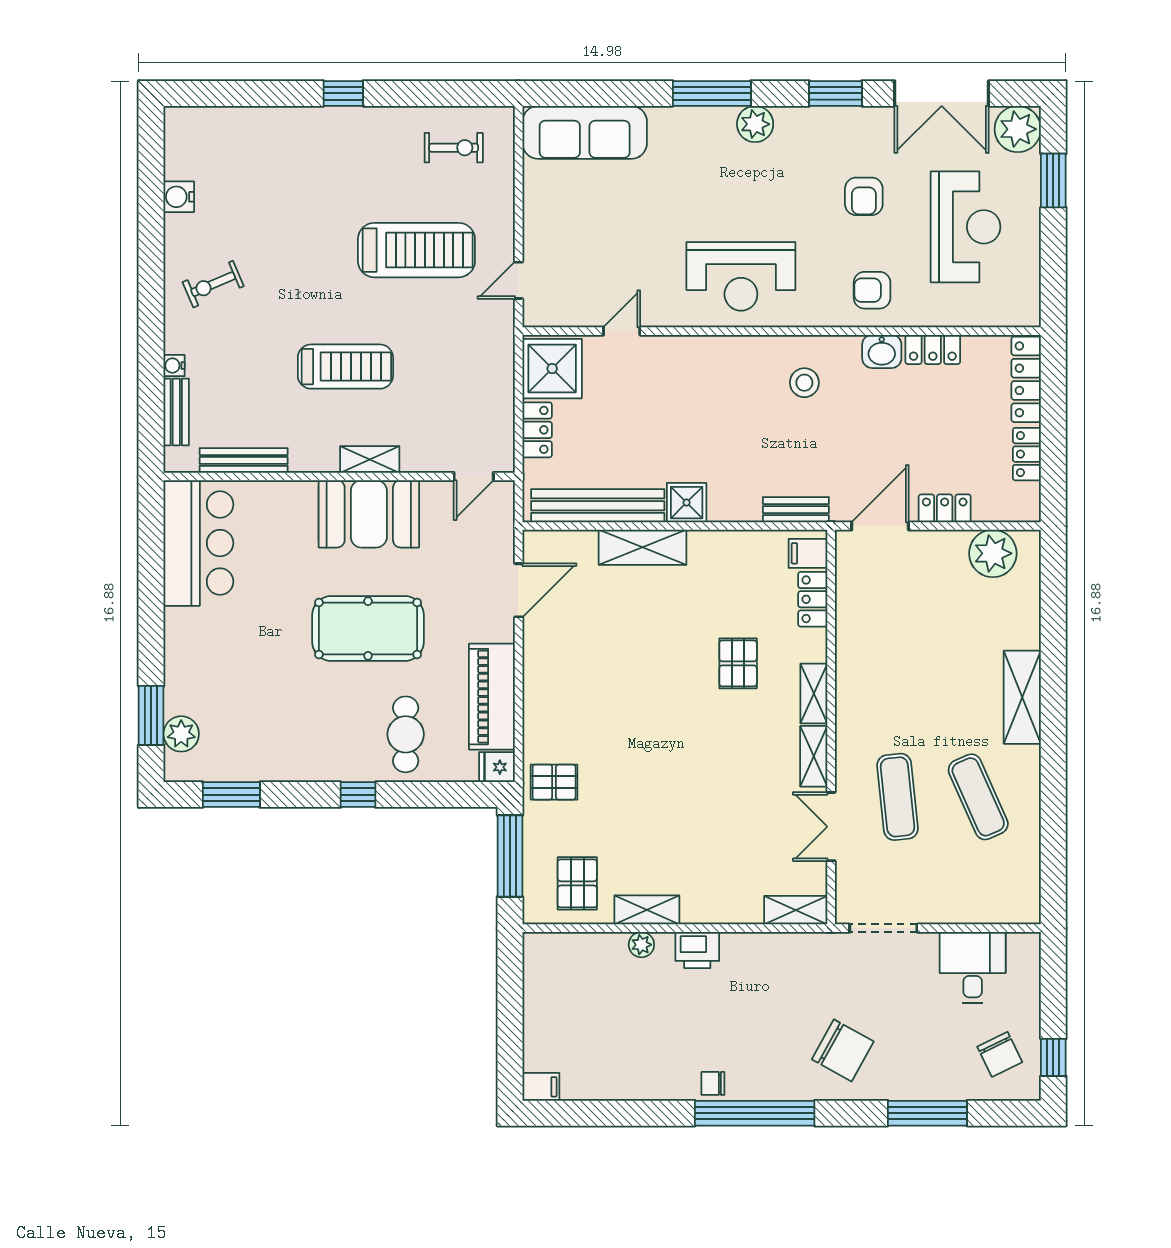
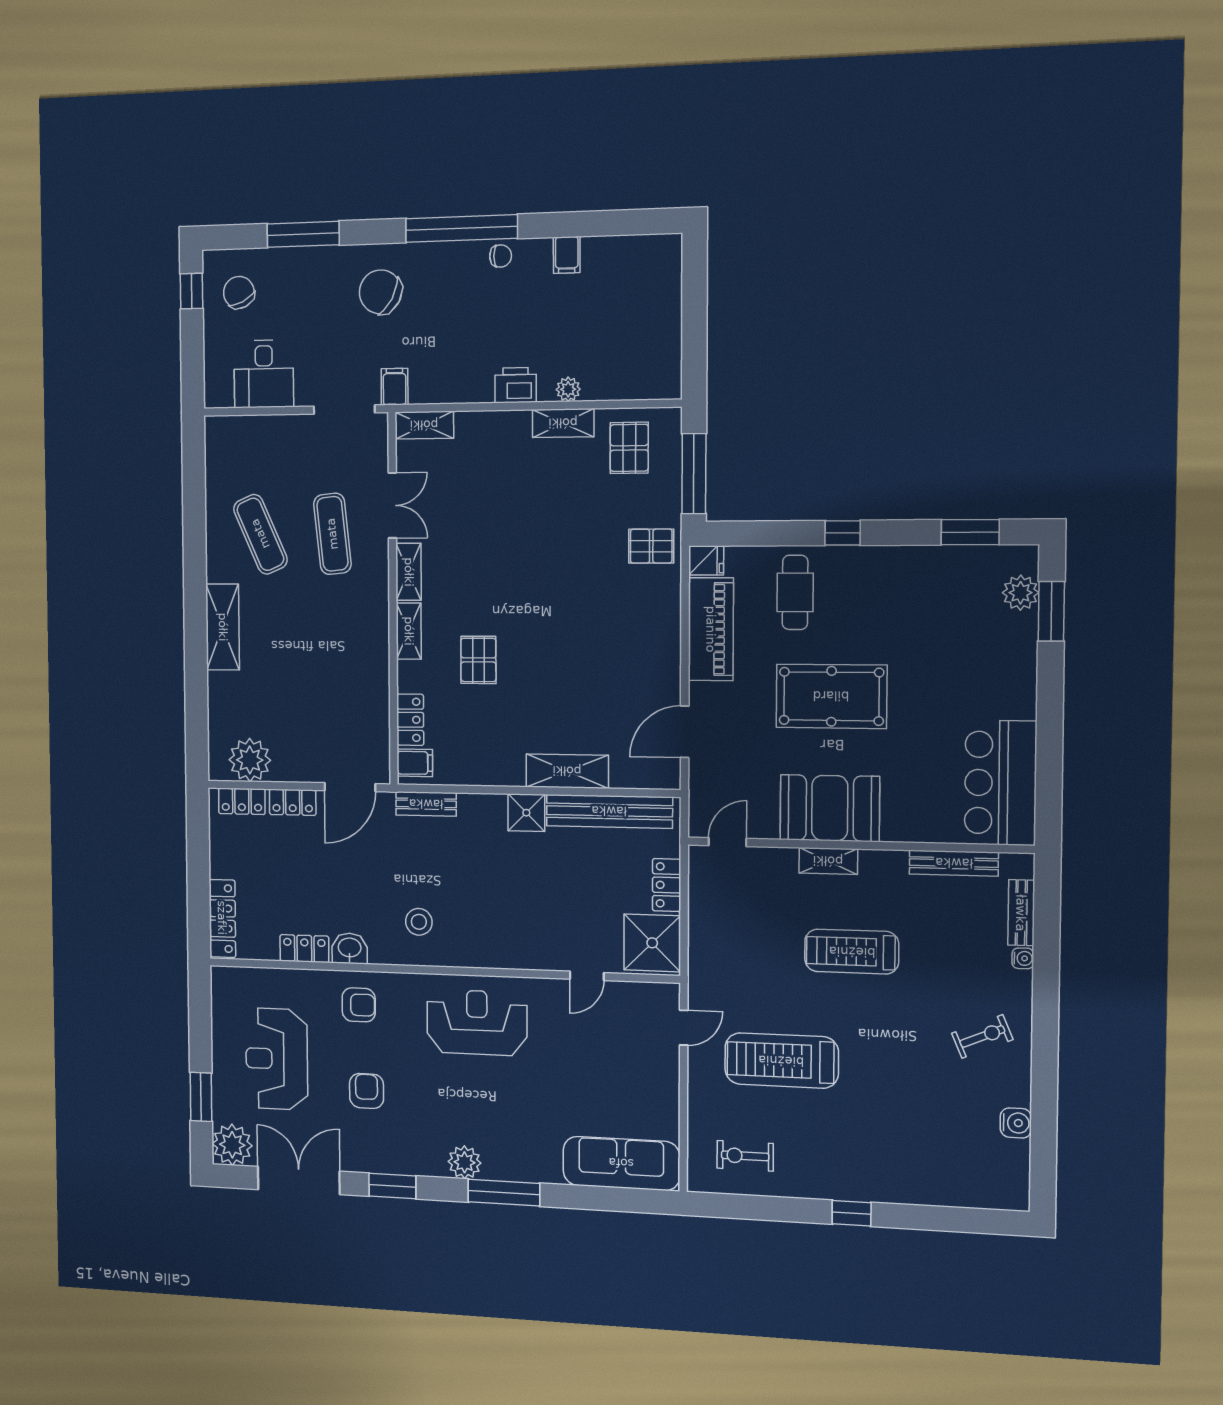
locker: (1027, 454) -> (242, 801), moved, turned 90
filing cabinet: (828, 951) -> (395, 387), added
filing cabinet: (541, 1087) -> (567, 255), moved, turned -90

